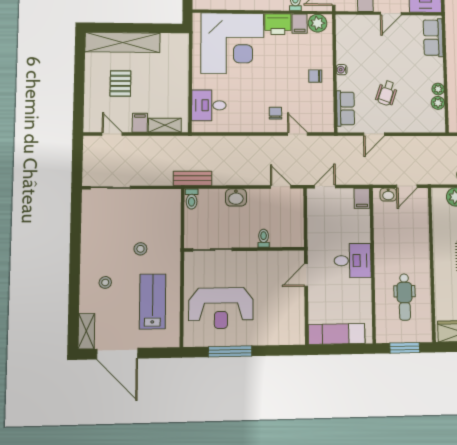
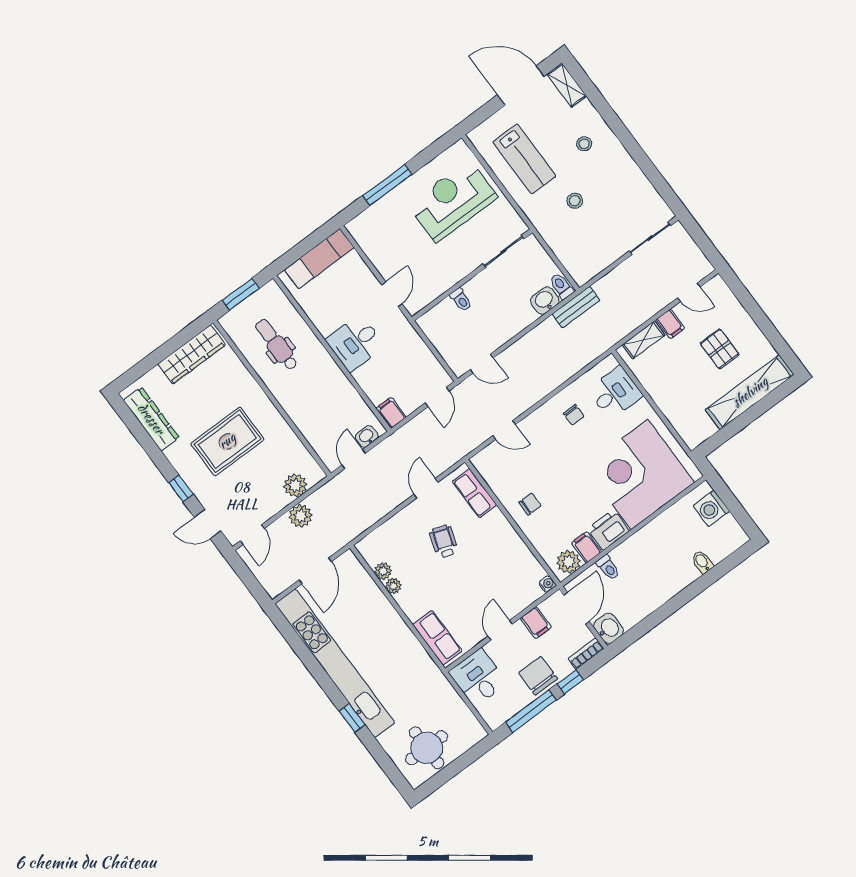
water cooler: (342, 70) -> (547, 584), moved
chair: (275, 113) -> (574, 415), moved
washbasin: (236, 197) -> (545, 301), moved
window: (230, 351) -> (387, 185), moved

